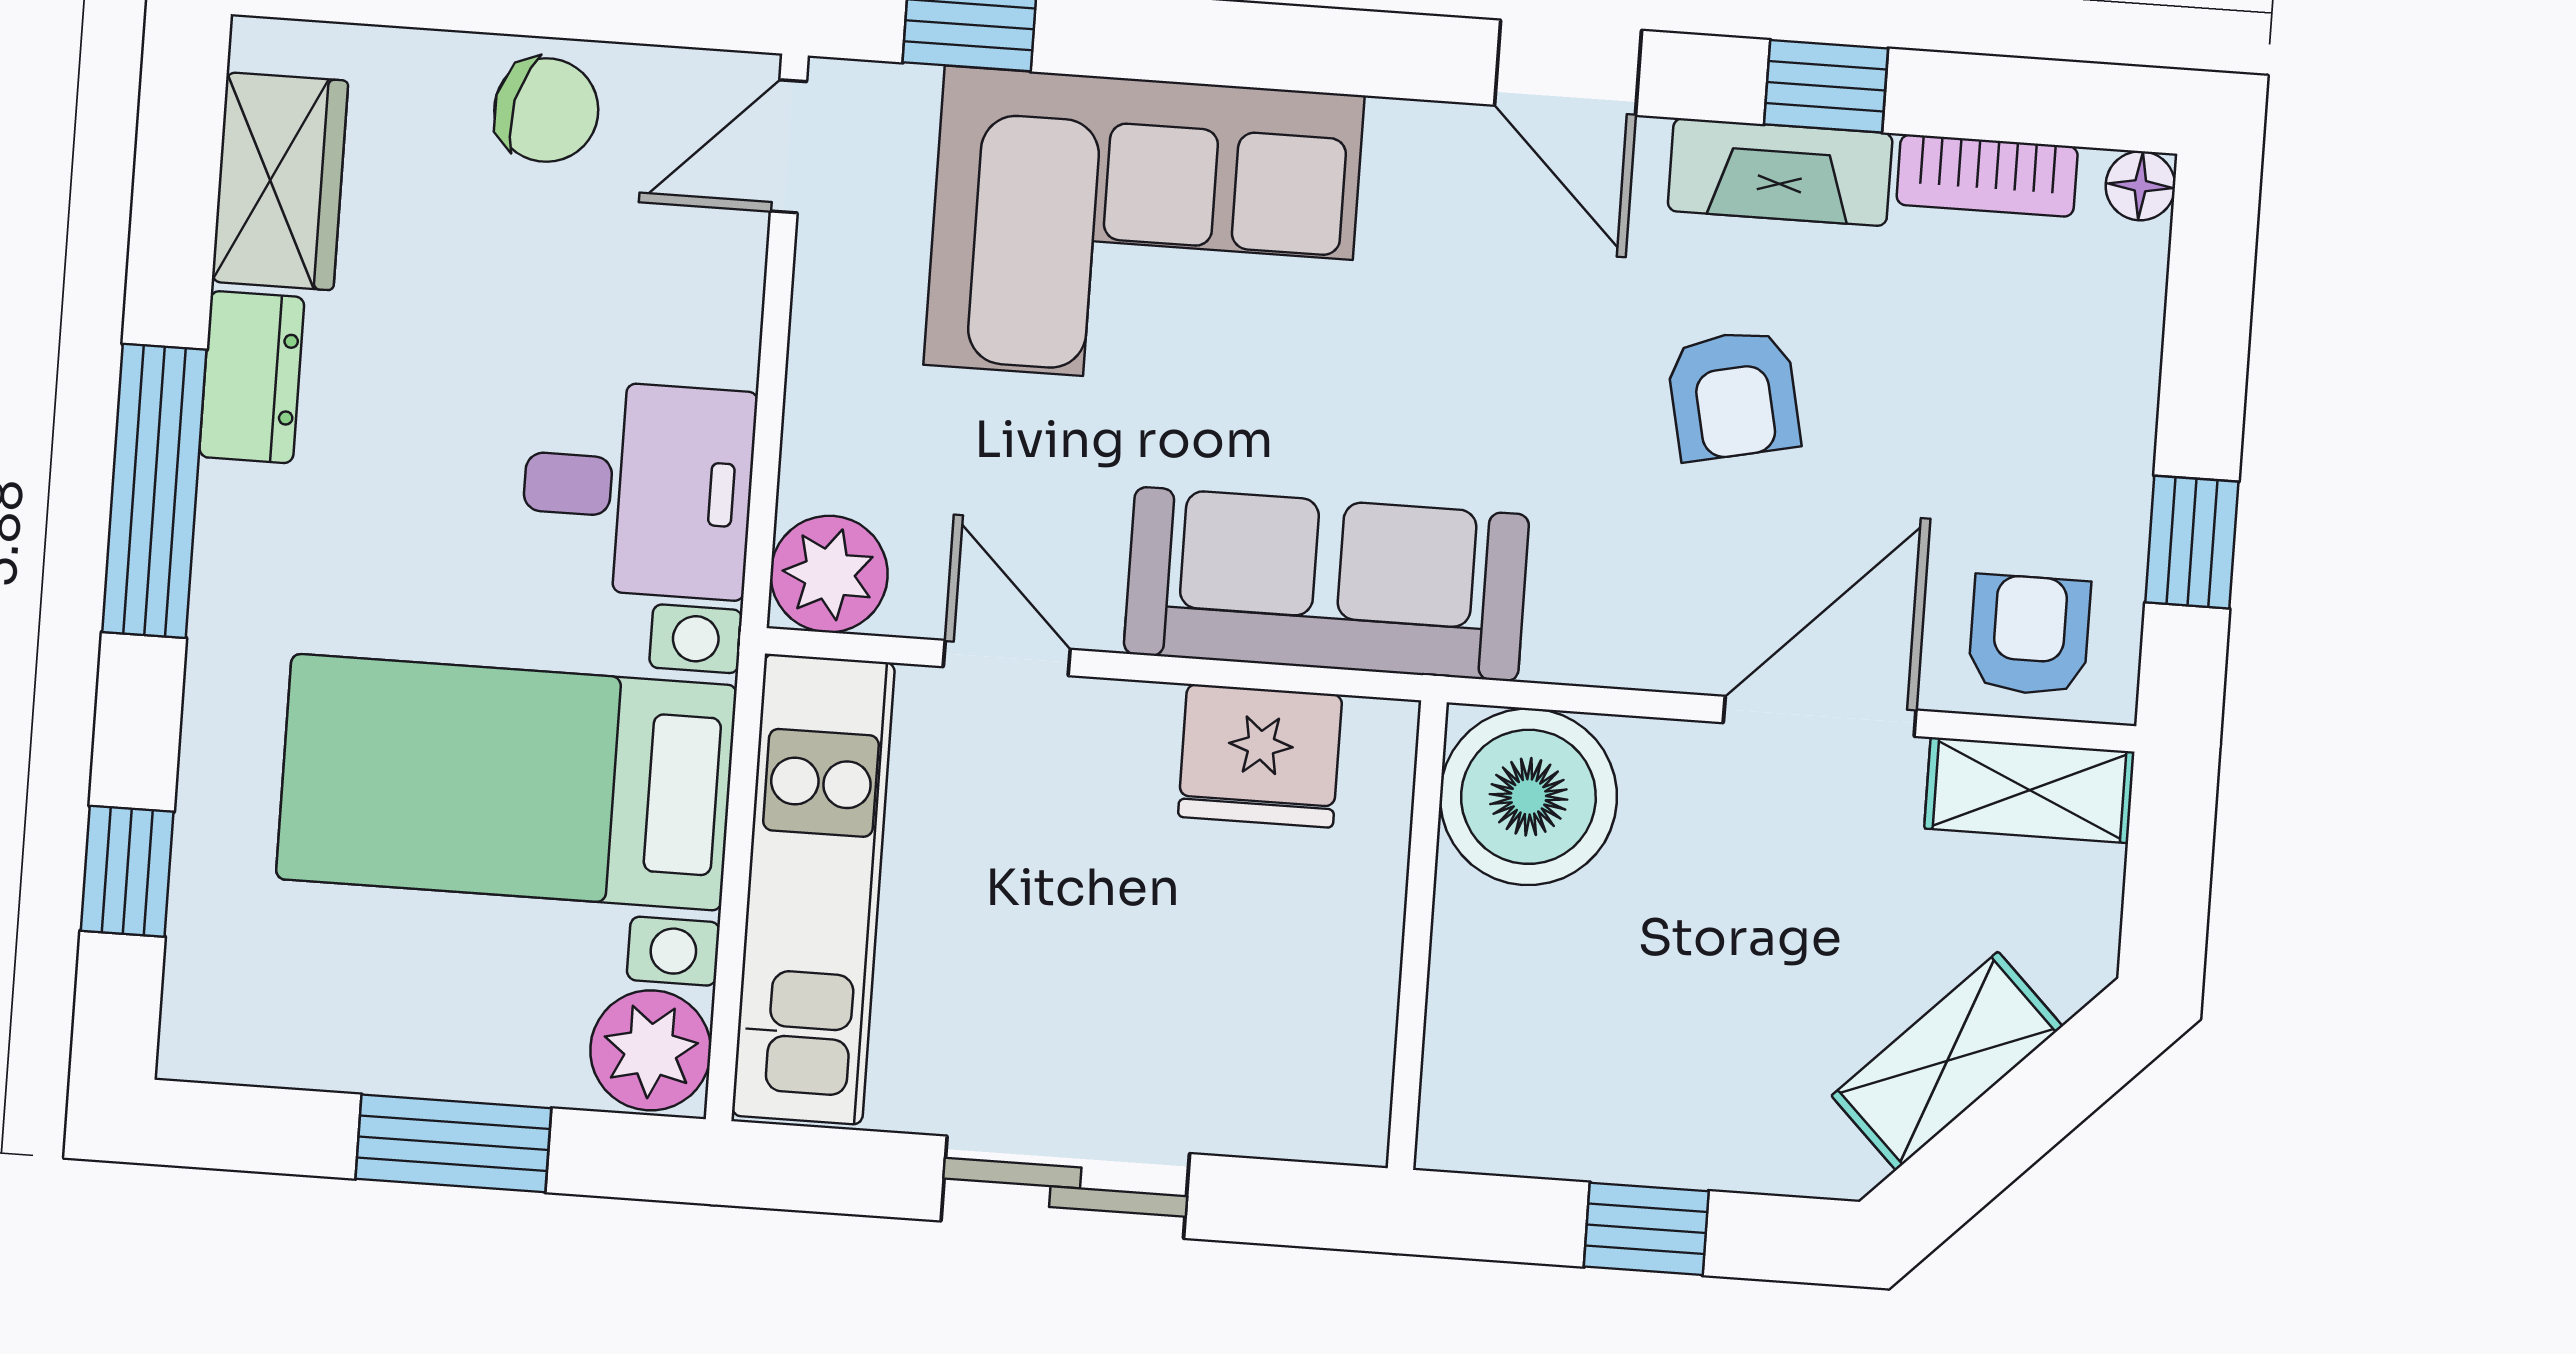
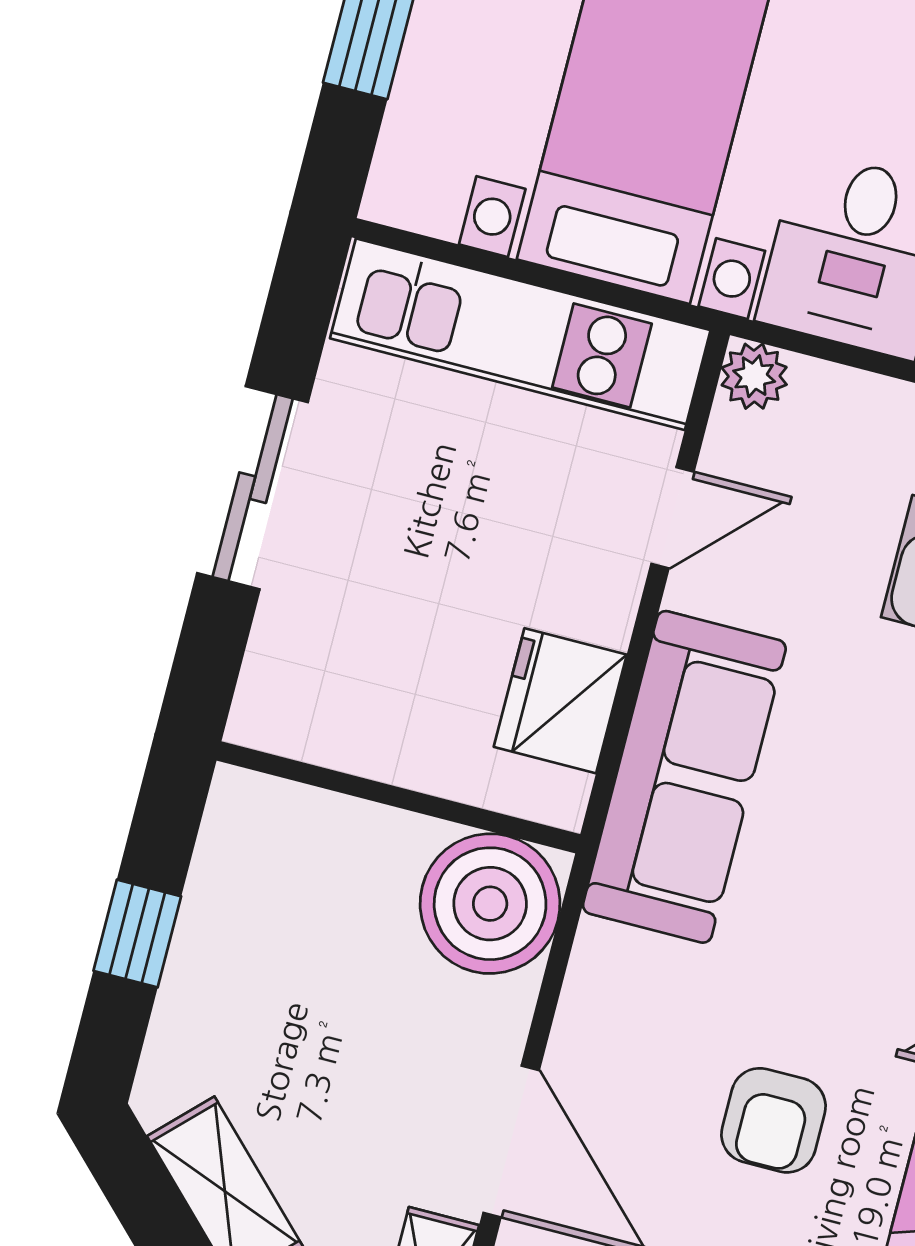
armchair: (1733, 395) -> (773, 1120), turned -78
plant: (829, 574) -> (754, 376), width x0.73, depth x0.73
plant: (651, 1050) -> (418, 185), removed

